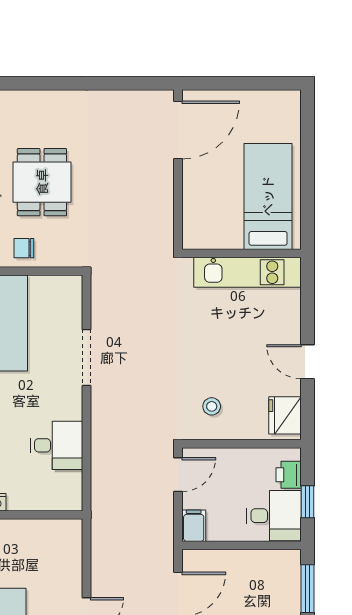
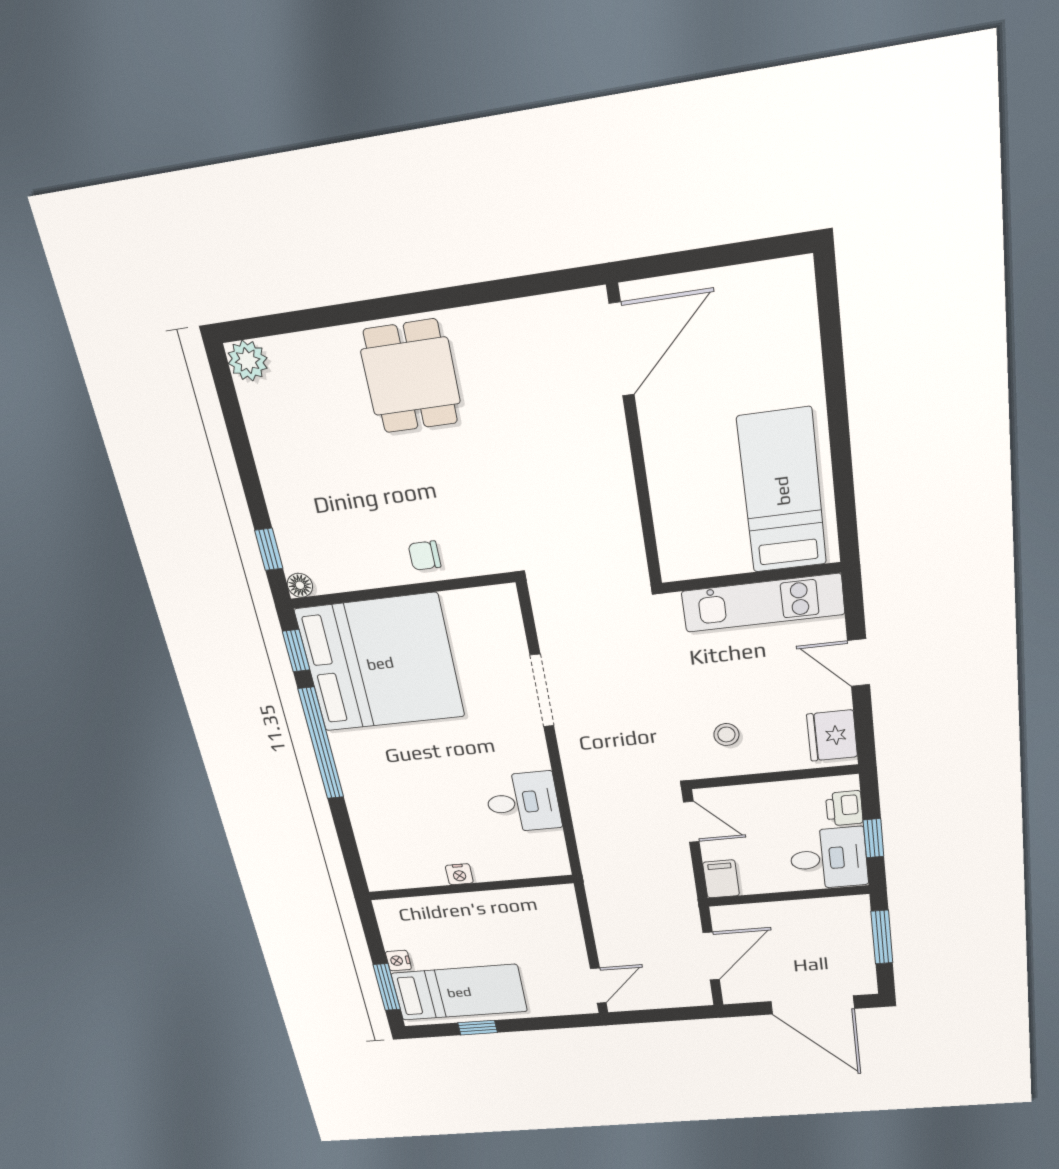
dining table: (42, 182) -> (411, 376), moved
bed: (268, 196) -> (782, 491), moved
wall: (241, 253) -> (751, 578), moved
kitchen unit: (248, 272) -> (763, 603), moved
door: (178, 475) -> (691, 822), hinge flipped

